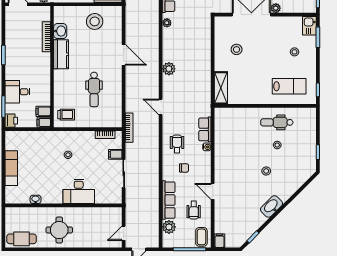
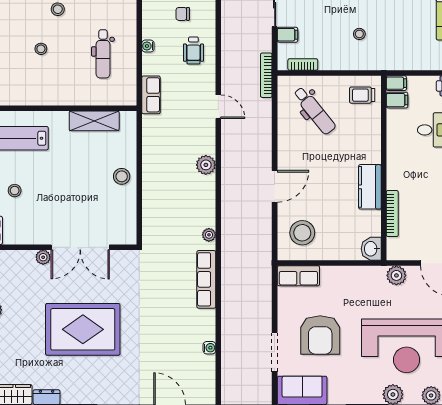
stool: (95, 21) -> (302, 233), moved
washbasin: (60, 31) -> (371, 249), moved
stool: (237, 49) -> (122, 176), moved
door: (124, 55) -> (275, 186), swing flipped
shelving: (221, 88) -> (94, 121), moved, turned 90
dental chair: (94, 89) -> (314, 111), moved, turned 141
dental chair: (277, 122) -> (103, 54), moved, turned 90
row of seats: (205, 129) -> (151, 95), moved

